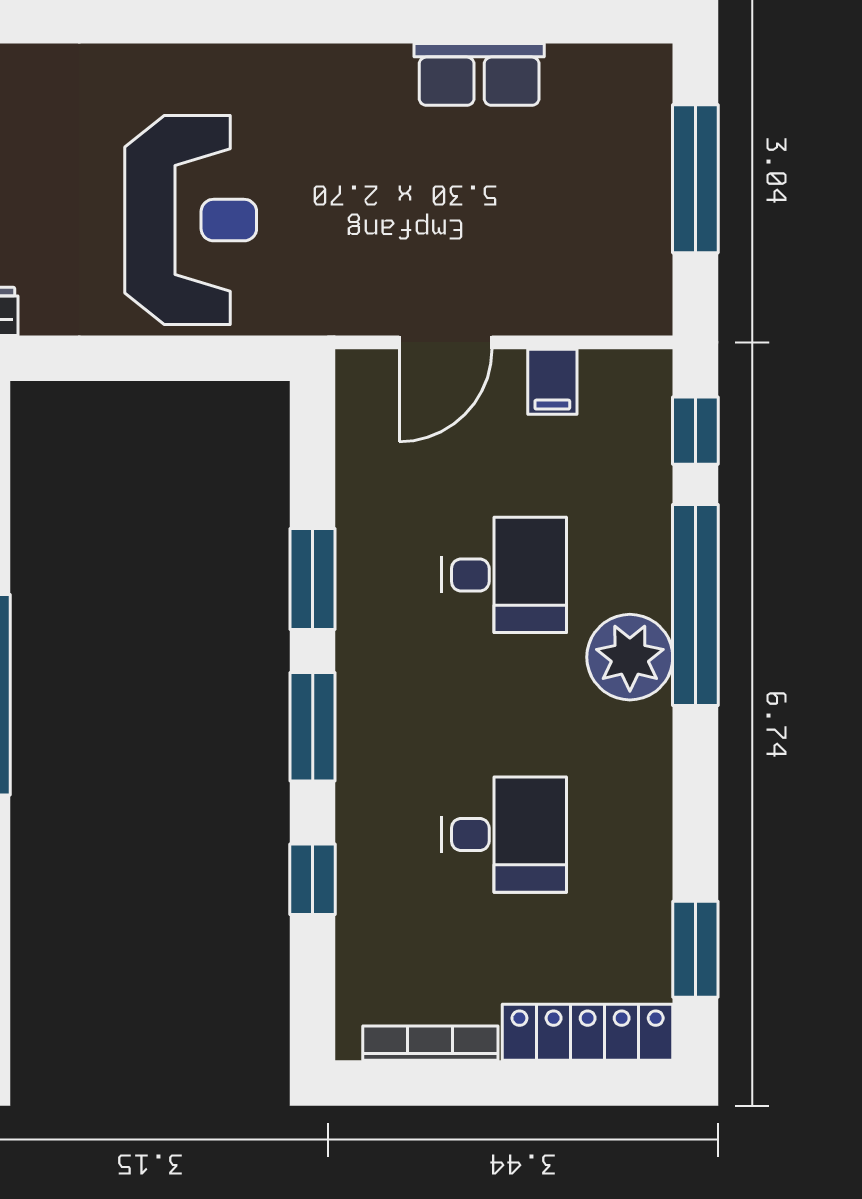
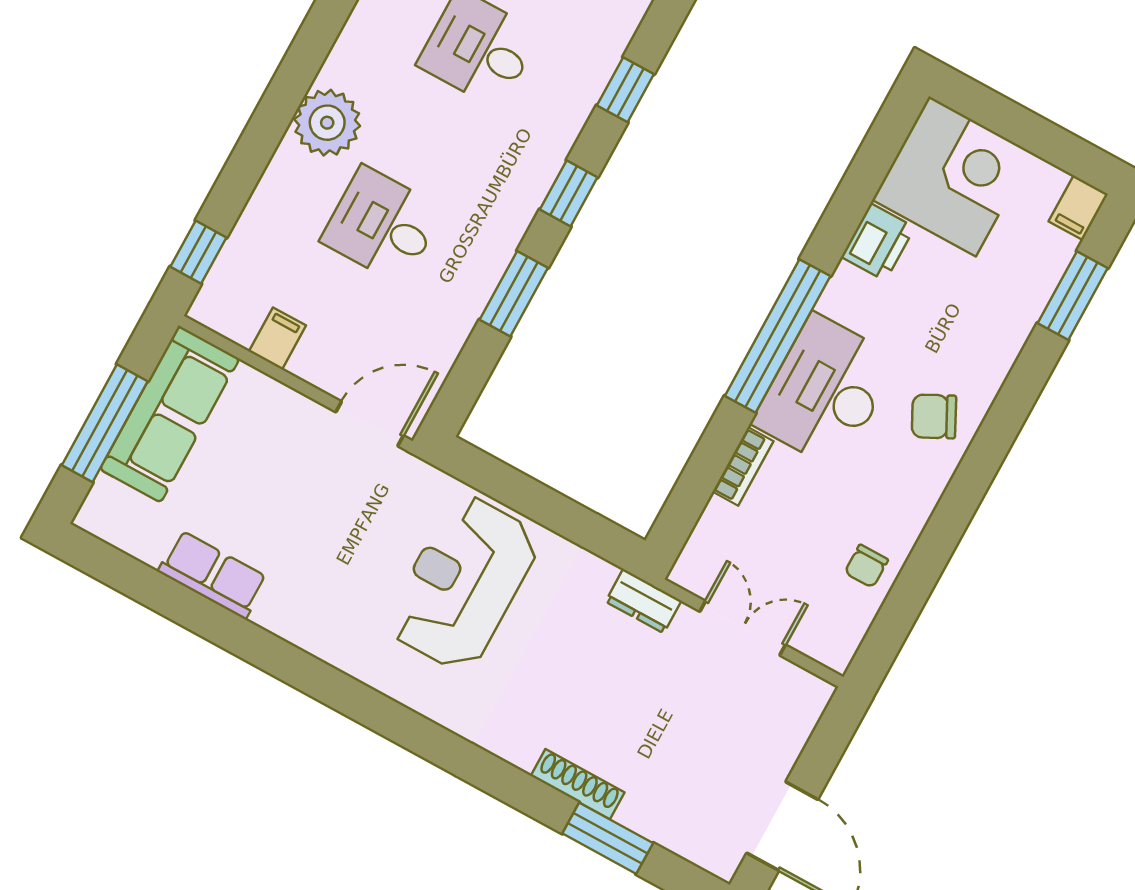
sofa: (628, 229) -> (170, 414), added
door: (445, 342) -> (370, 424), moved
window: (695, 605) -> (263, 134), removed
window: (313, 727) -> (569, 193), width x0.67

